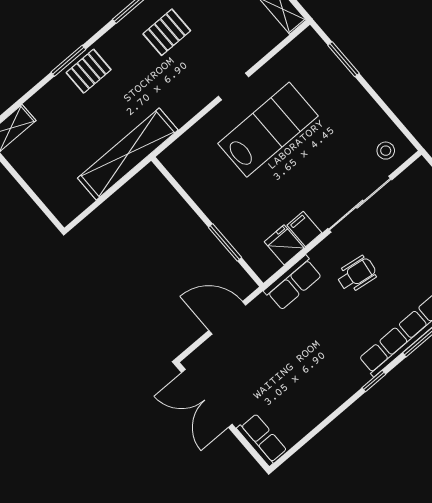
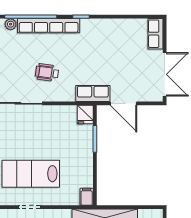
filing cabinet: (304, 229) -> (87, 197), moved, turned 180
fridge: (284, 245) -> (85, 114), moved
row of seats: (293, 283) -> (93, 94), moved

